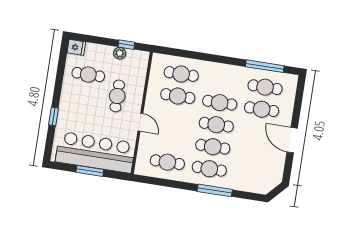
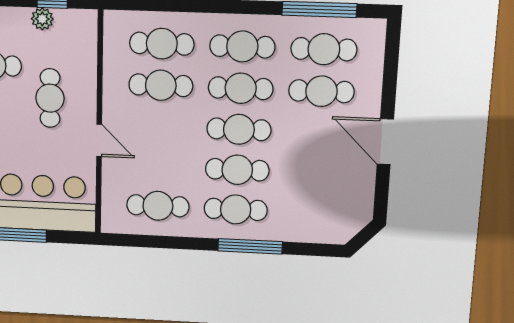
cafe table: (223, 81) -> (242, 46), added

